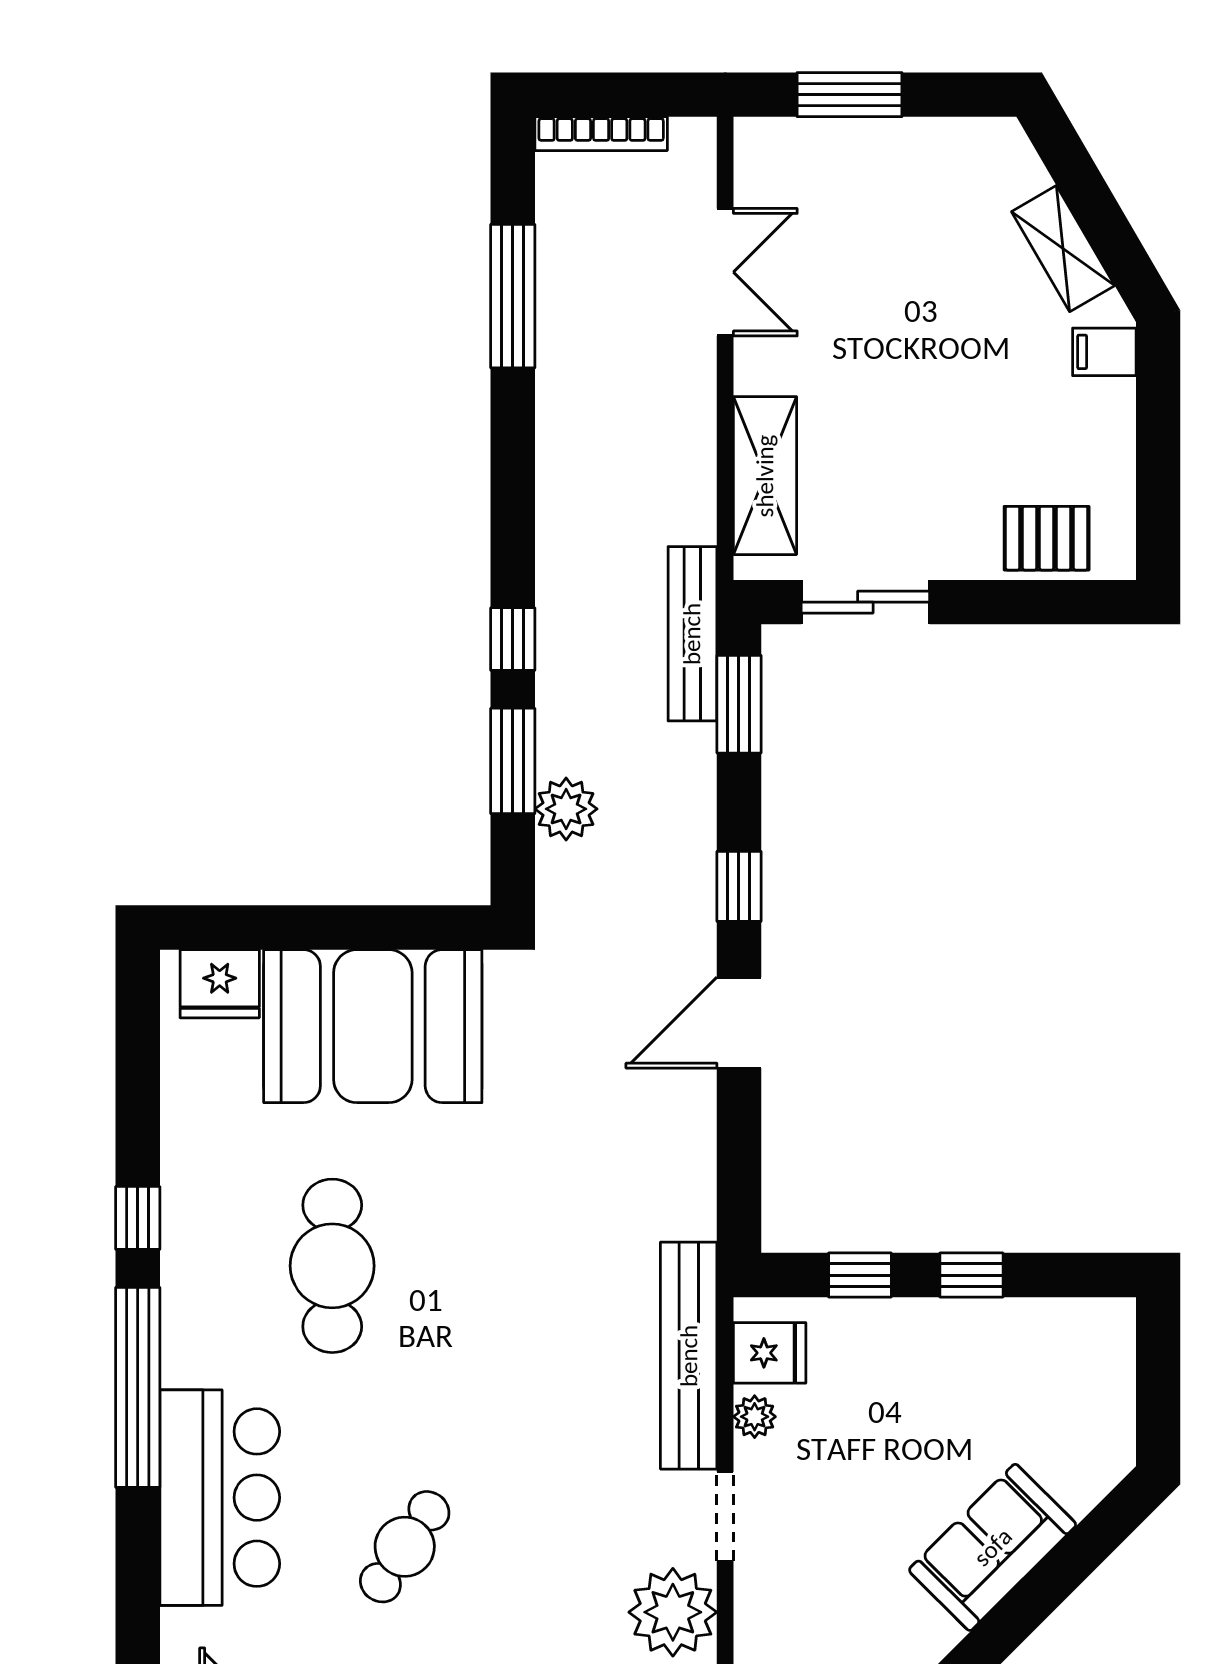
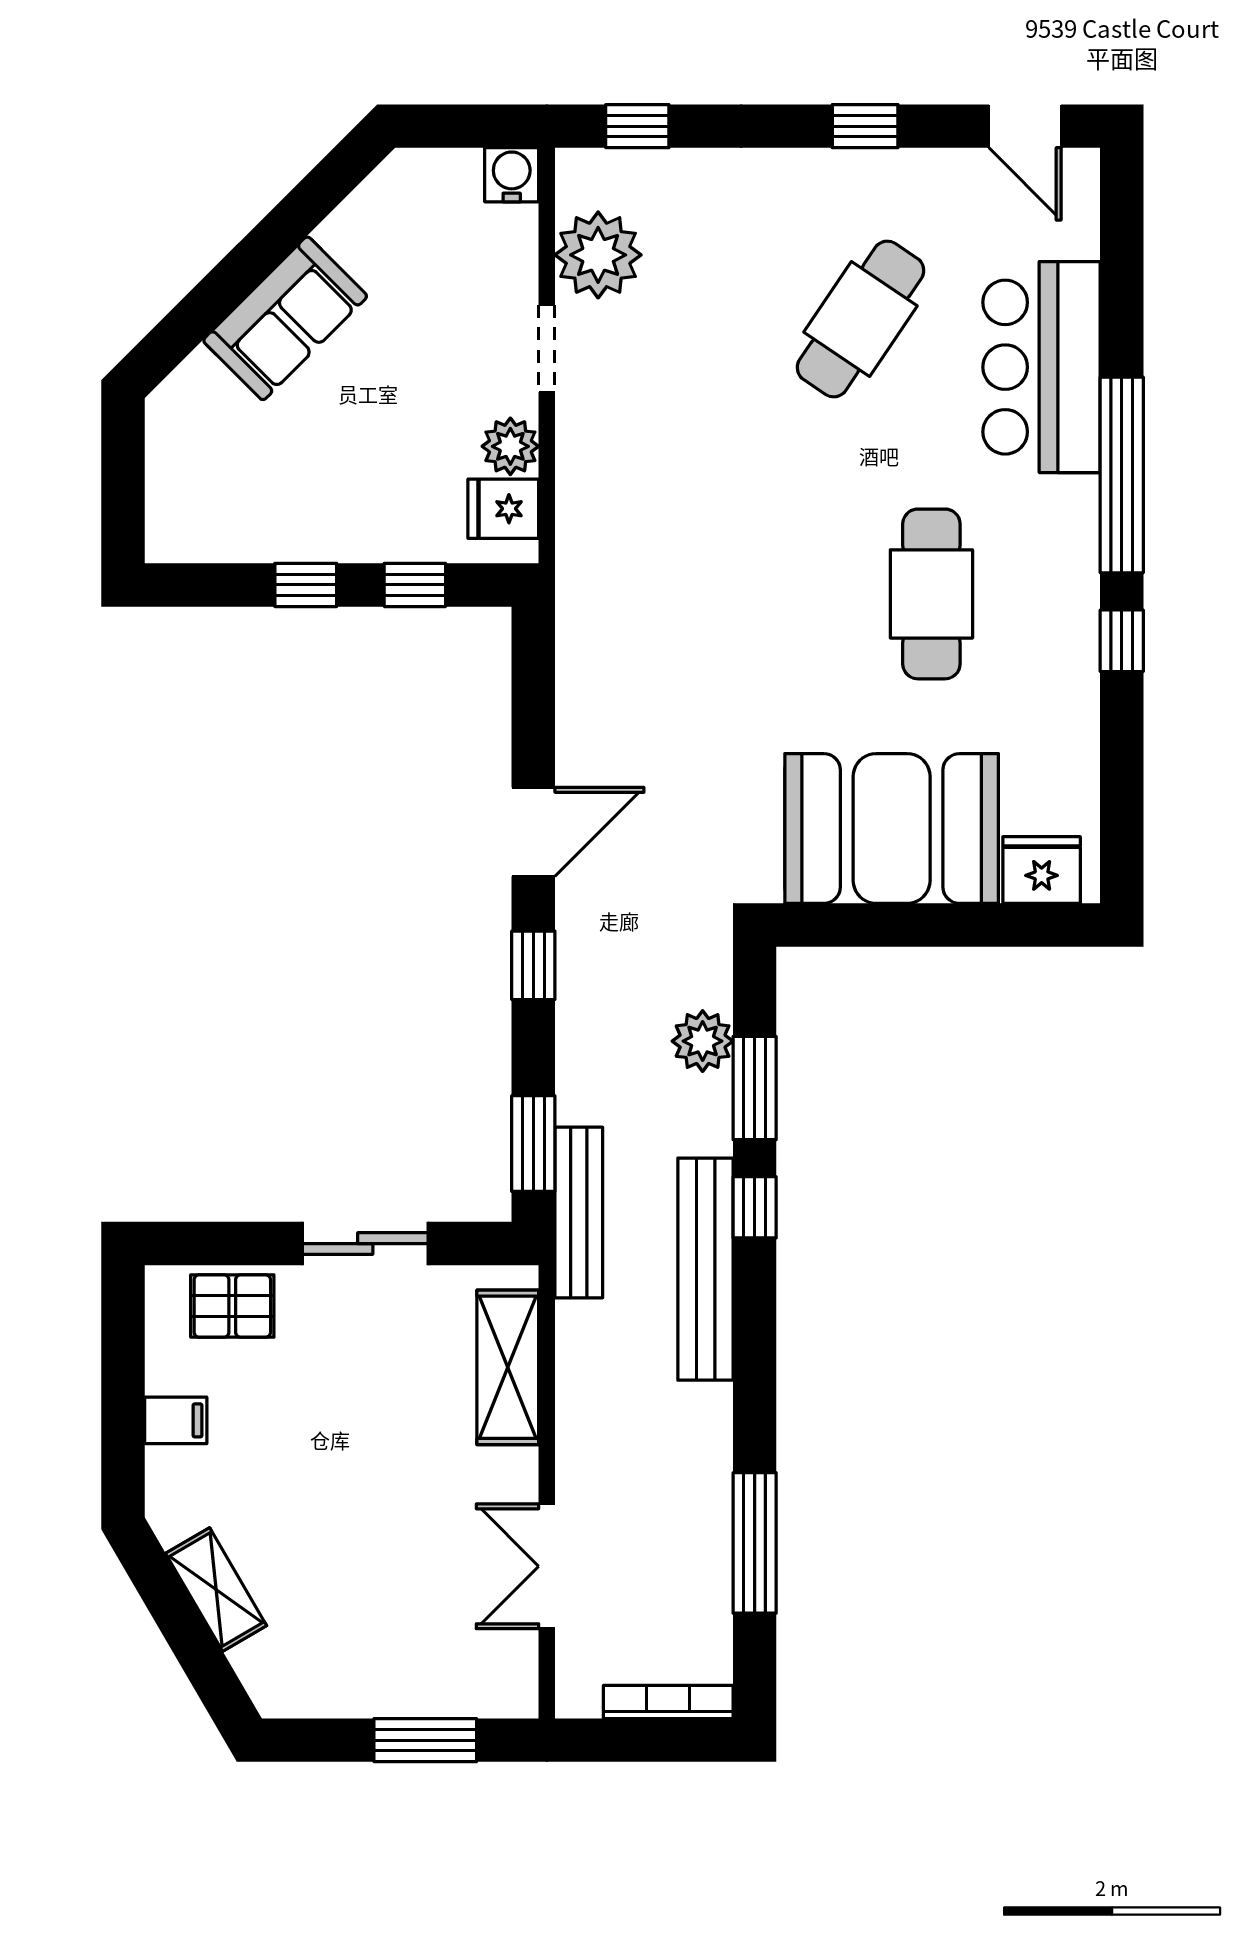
filing cabinet: (1104, 352) -> (176, 1420), moved
sliding door: (865, 602) -> (365, 1244), moved
bench: (689, 1356) -> (705, 1269), moved
plant: (755, 1417) -> (510, 446), width x1.38, depth x1.38
cafe table: (405, 1547) -> (860, 319), width x1.37, depth x1.35

